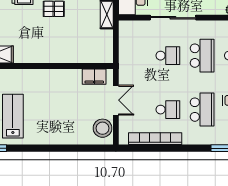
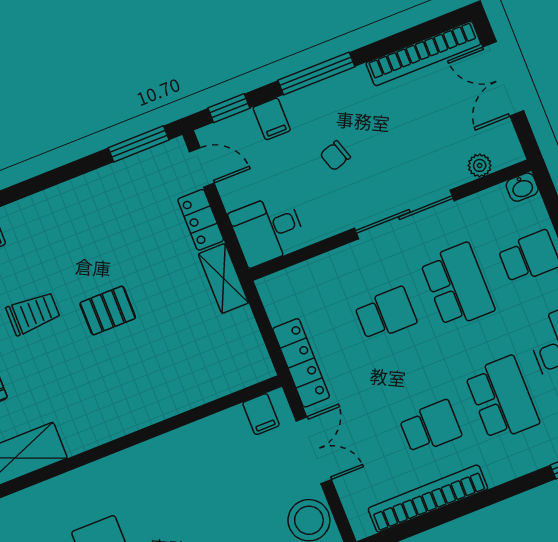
sliding door: (173, 18) -> (404, 214), moved
locker: (125, 62) -> (301, 363), added
filing cabinet: (94, 77) -> (261, 414), width x0.50

